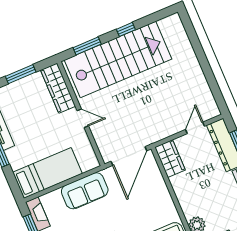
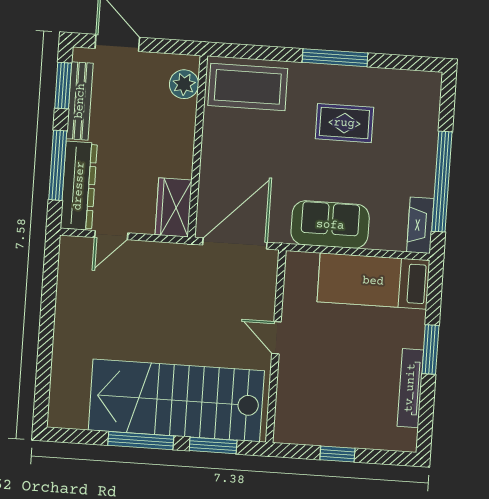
window: (126, 29) -> (141, 441), width x2.17
window: (21, 74) -> (337, 454), width x0.67
wardrobe: (58, 88) -> (291, 403), removed

